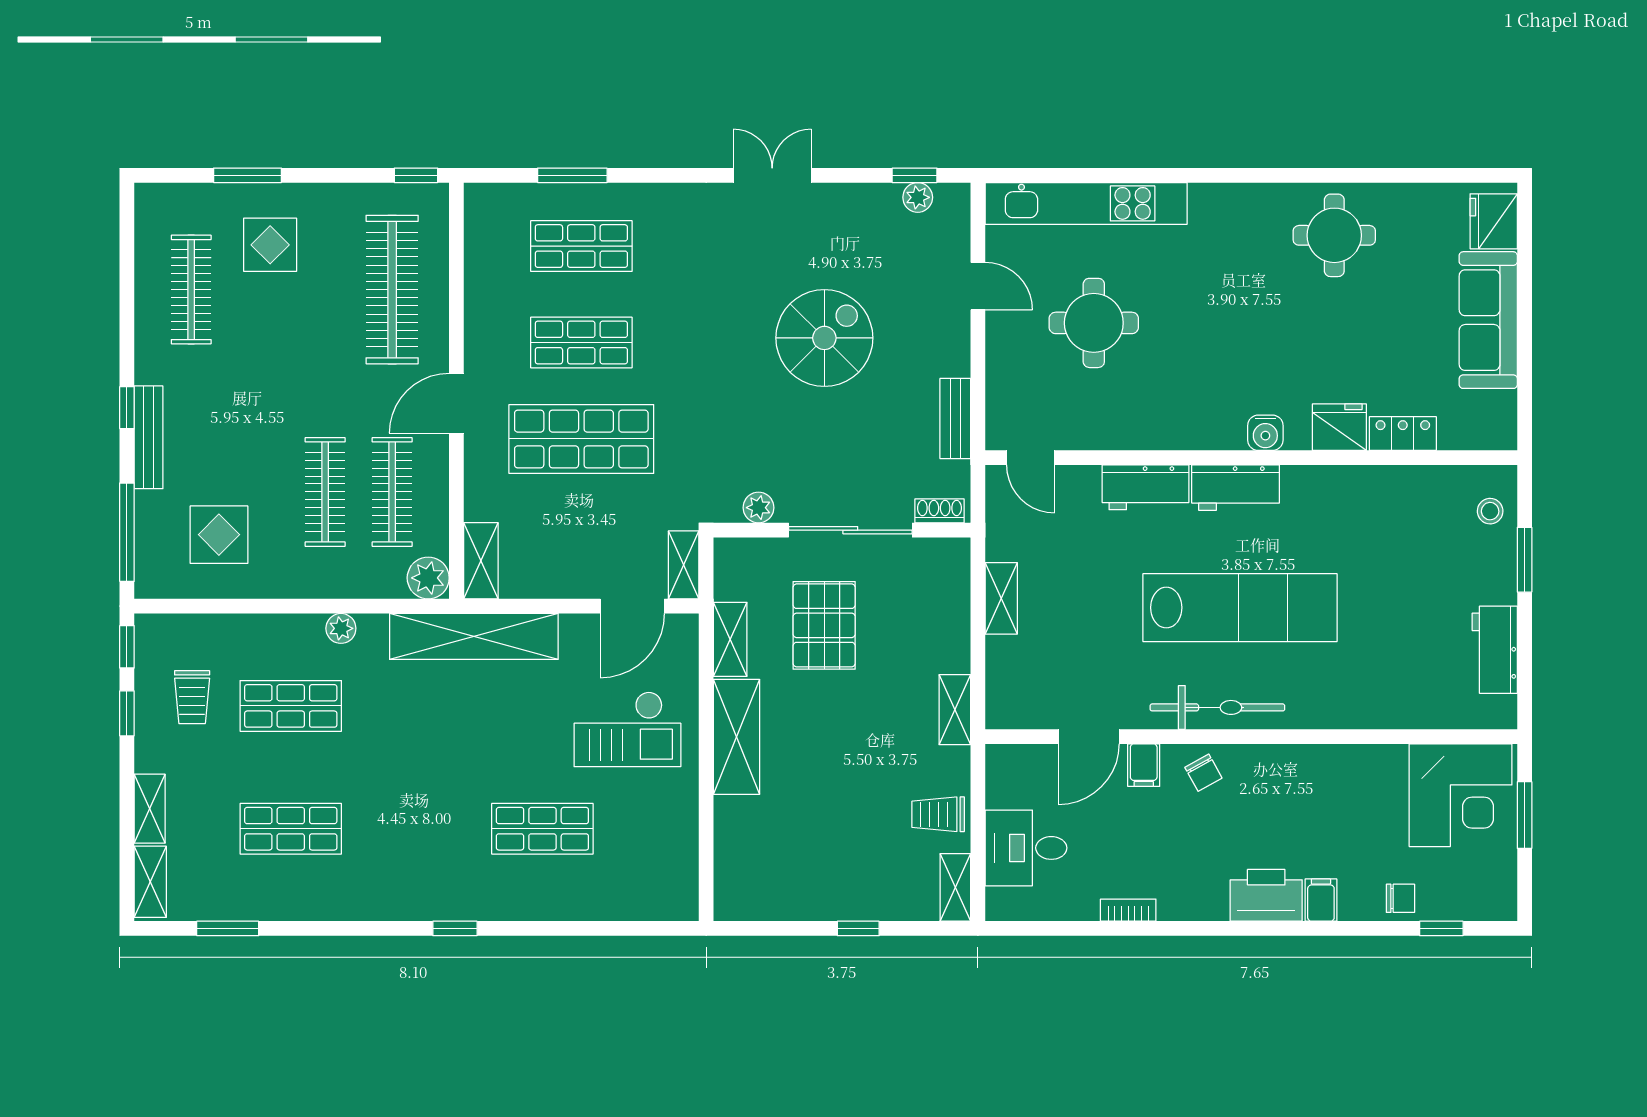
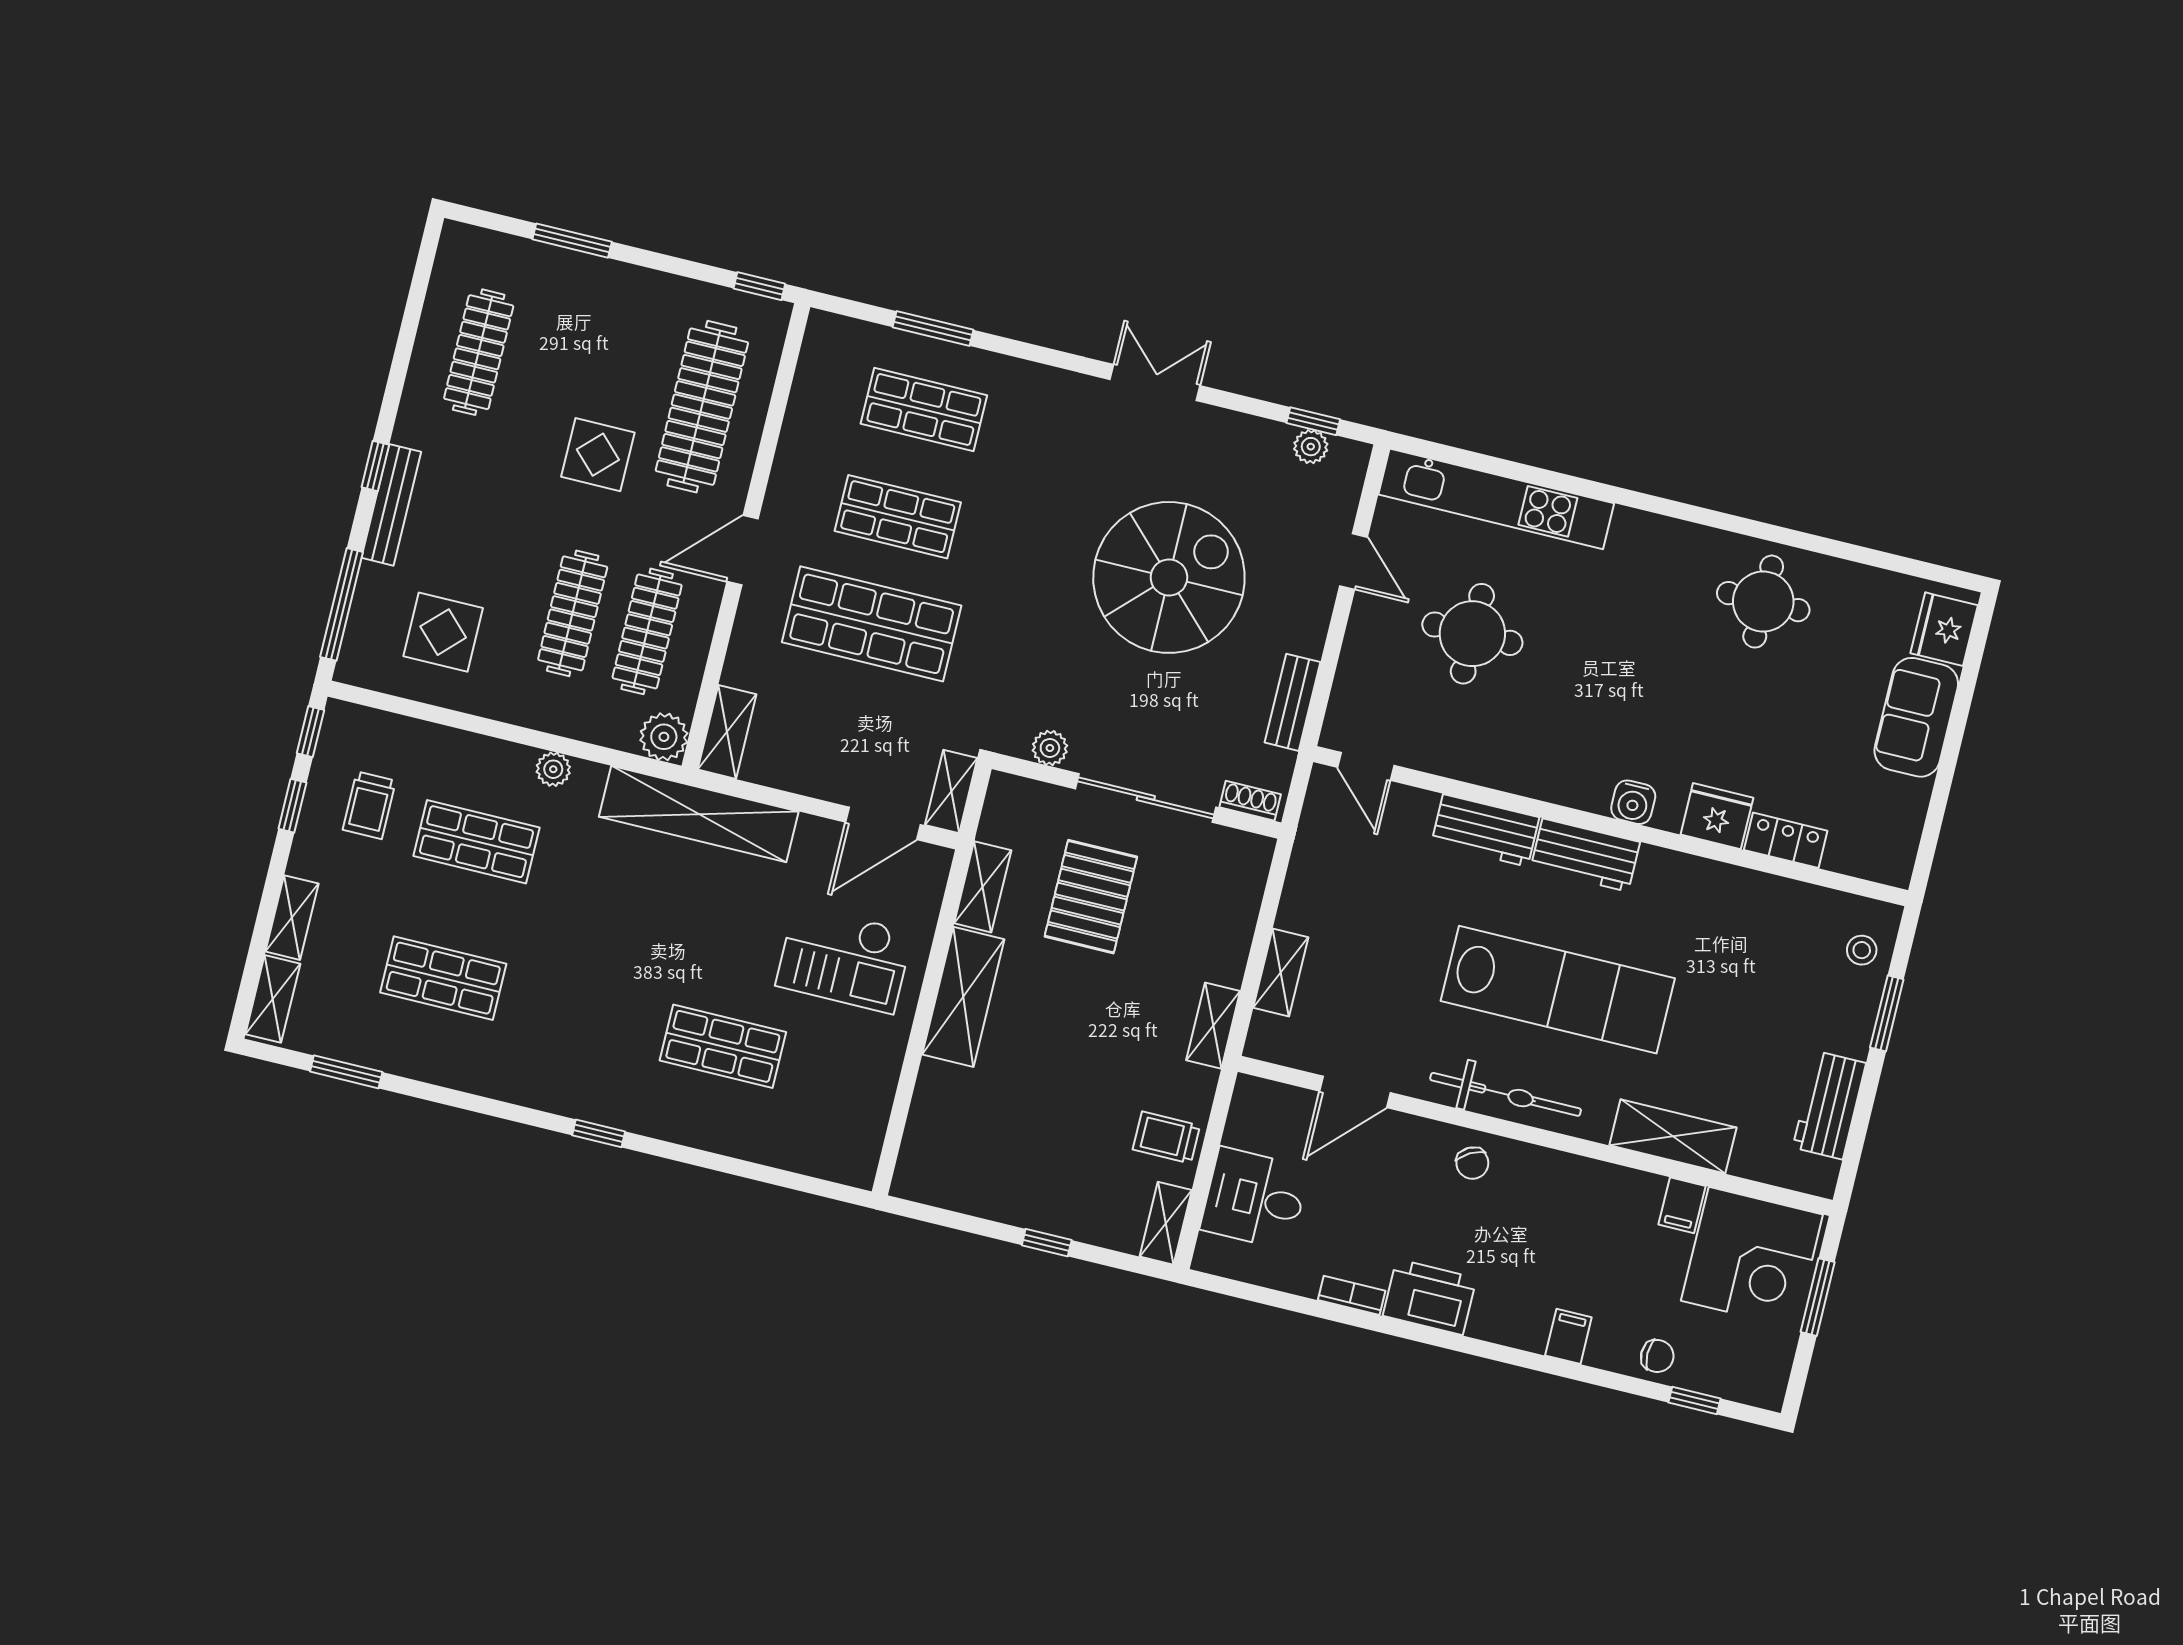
display table: (270, 245) -> (598, 455), moved
sofa: (1488, 320) -> (1916, 717), width x0.73
spiral stairs: (824, 338) -> (1169, 577), width x1.37, depth x1.37
shelving: (1001, 598) -> (1281, 972), moved
shelving: (1368, 708) -> (1673, 1136), added
filing cabinet: (1144, 765) -> (1682, 1205), moved
printer: (1266, 895) -> (1430, 1297), moved

